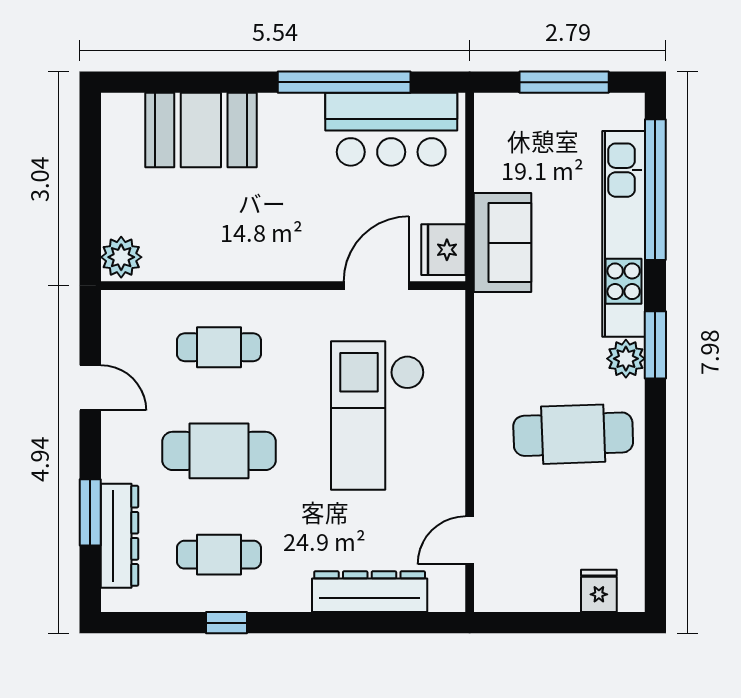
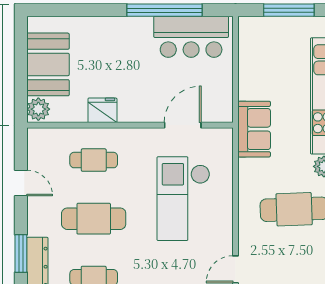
booth: (201, 130) -> (48, 64), moved, turned 90
sofa: (503, 243) -> (254, 129), moved
fridge: (443, 250) -> (102, 110), moved, turned 90

